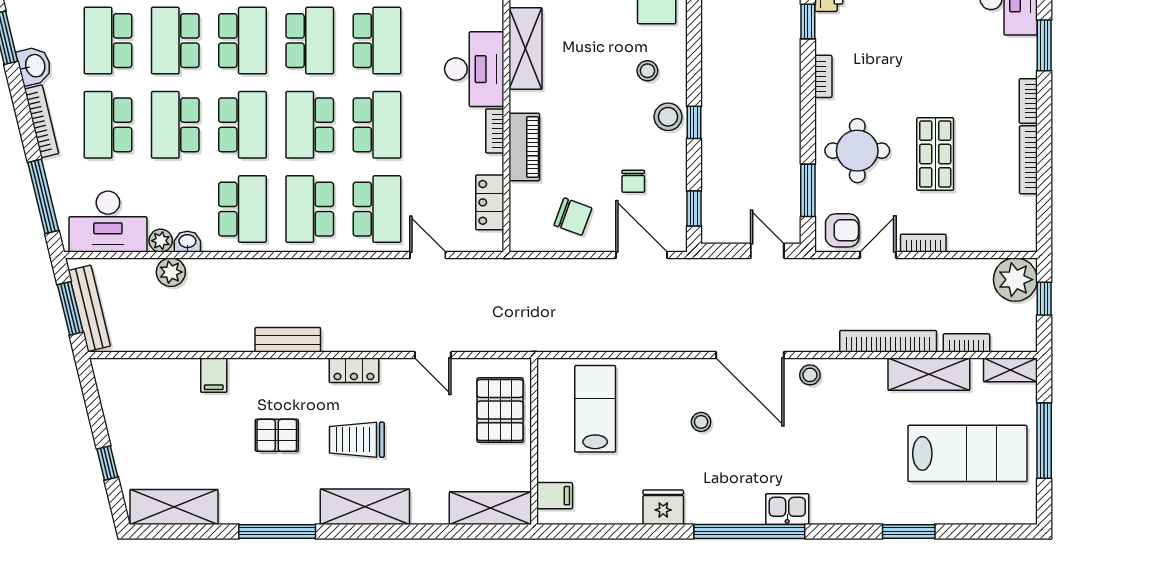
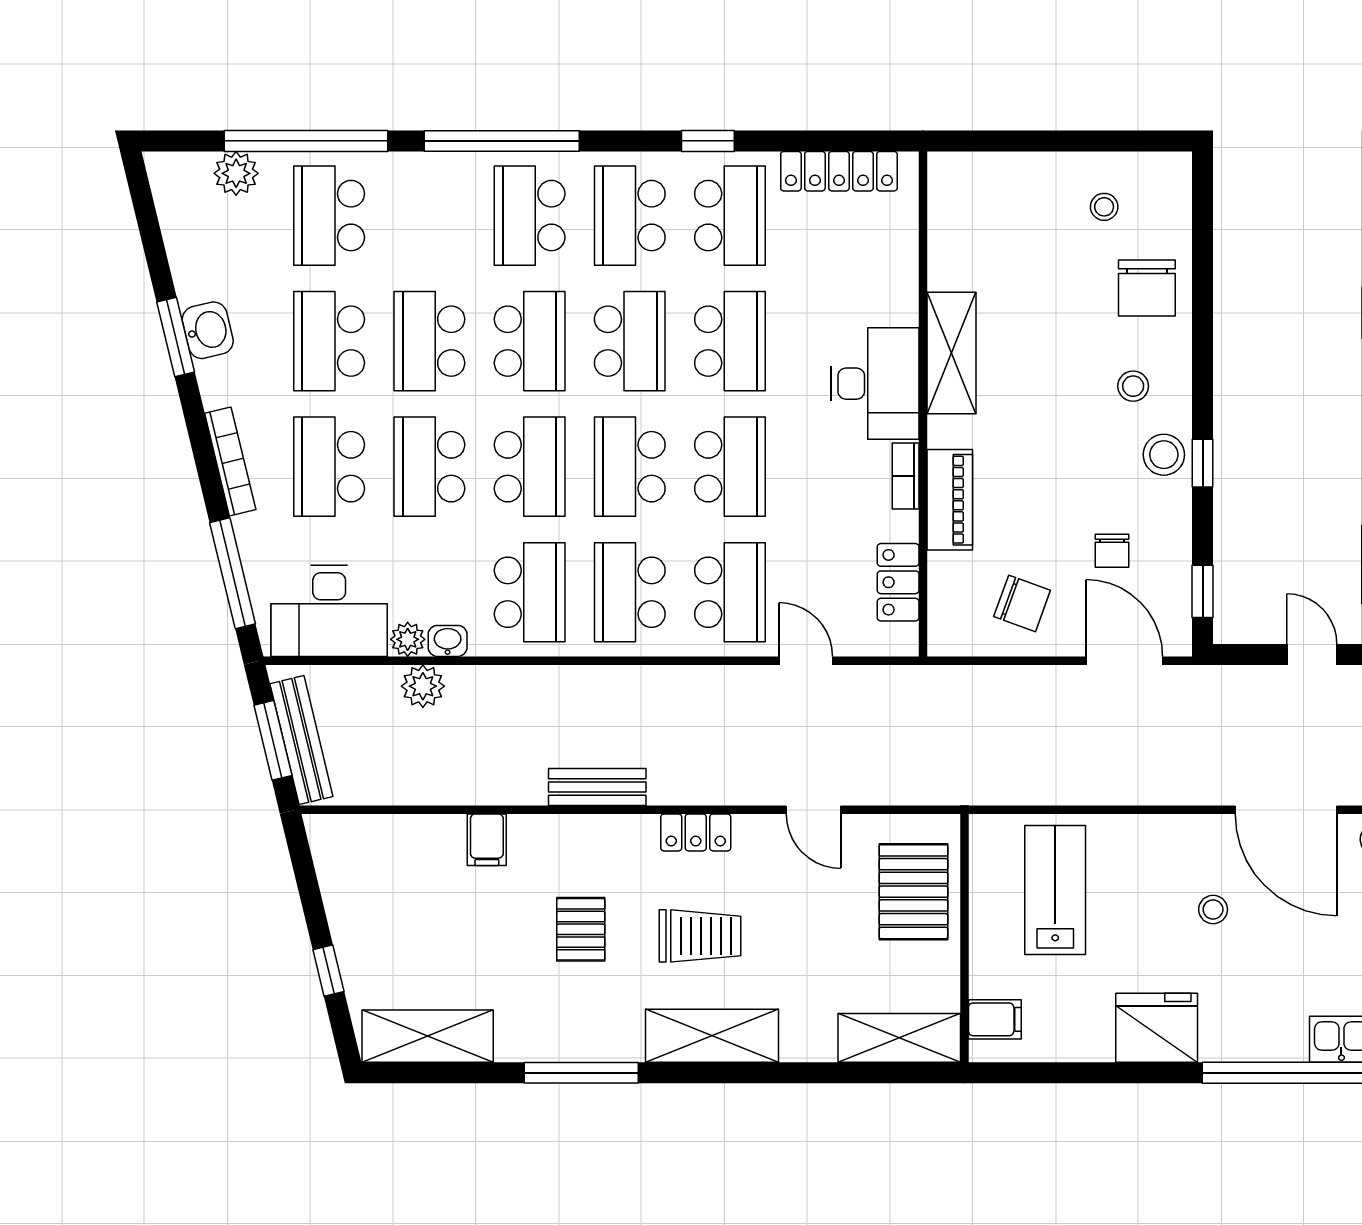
washbasin: (34, 66) -> (208, 330), moved
pallet: (277, 435) -> (581, 929), turned 90
trolley: (357, 440) -> (700, 936), turned 180
fridge: (663, 507) -> (1157, 1028), width x1.36, depth x1.34

